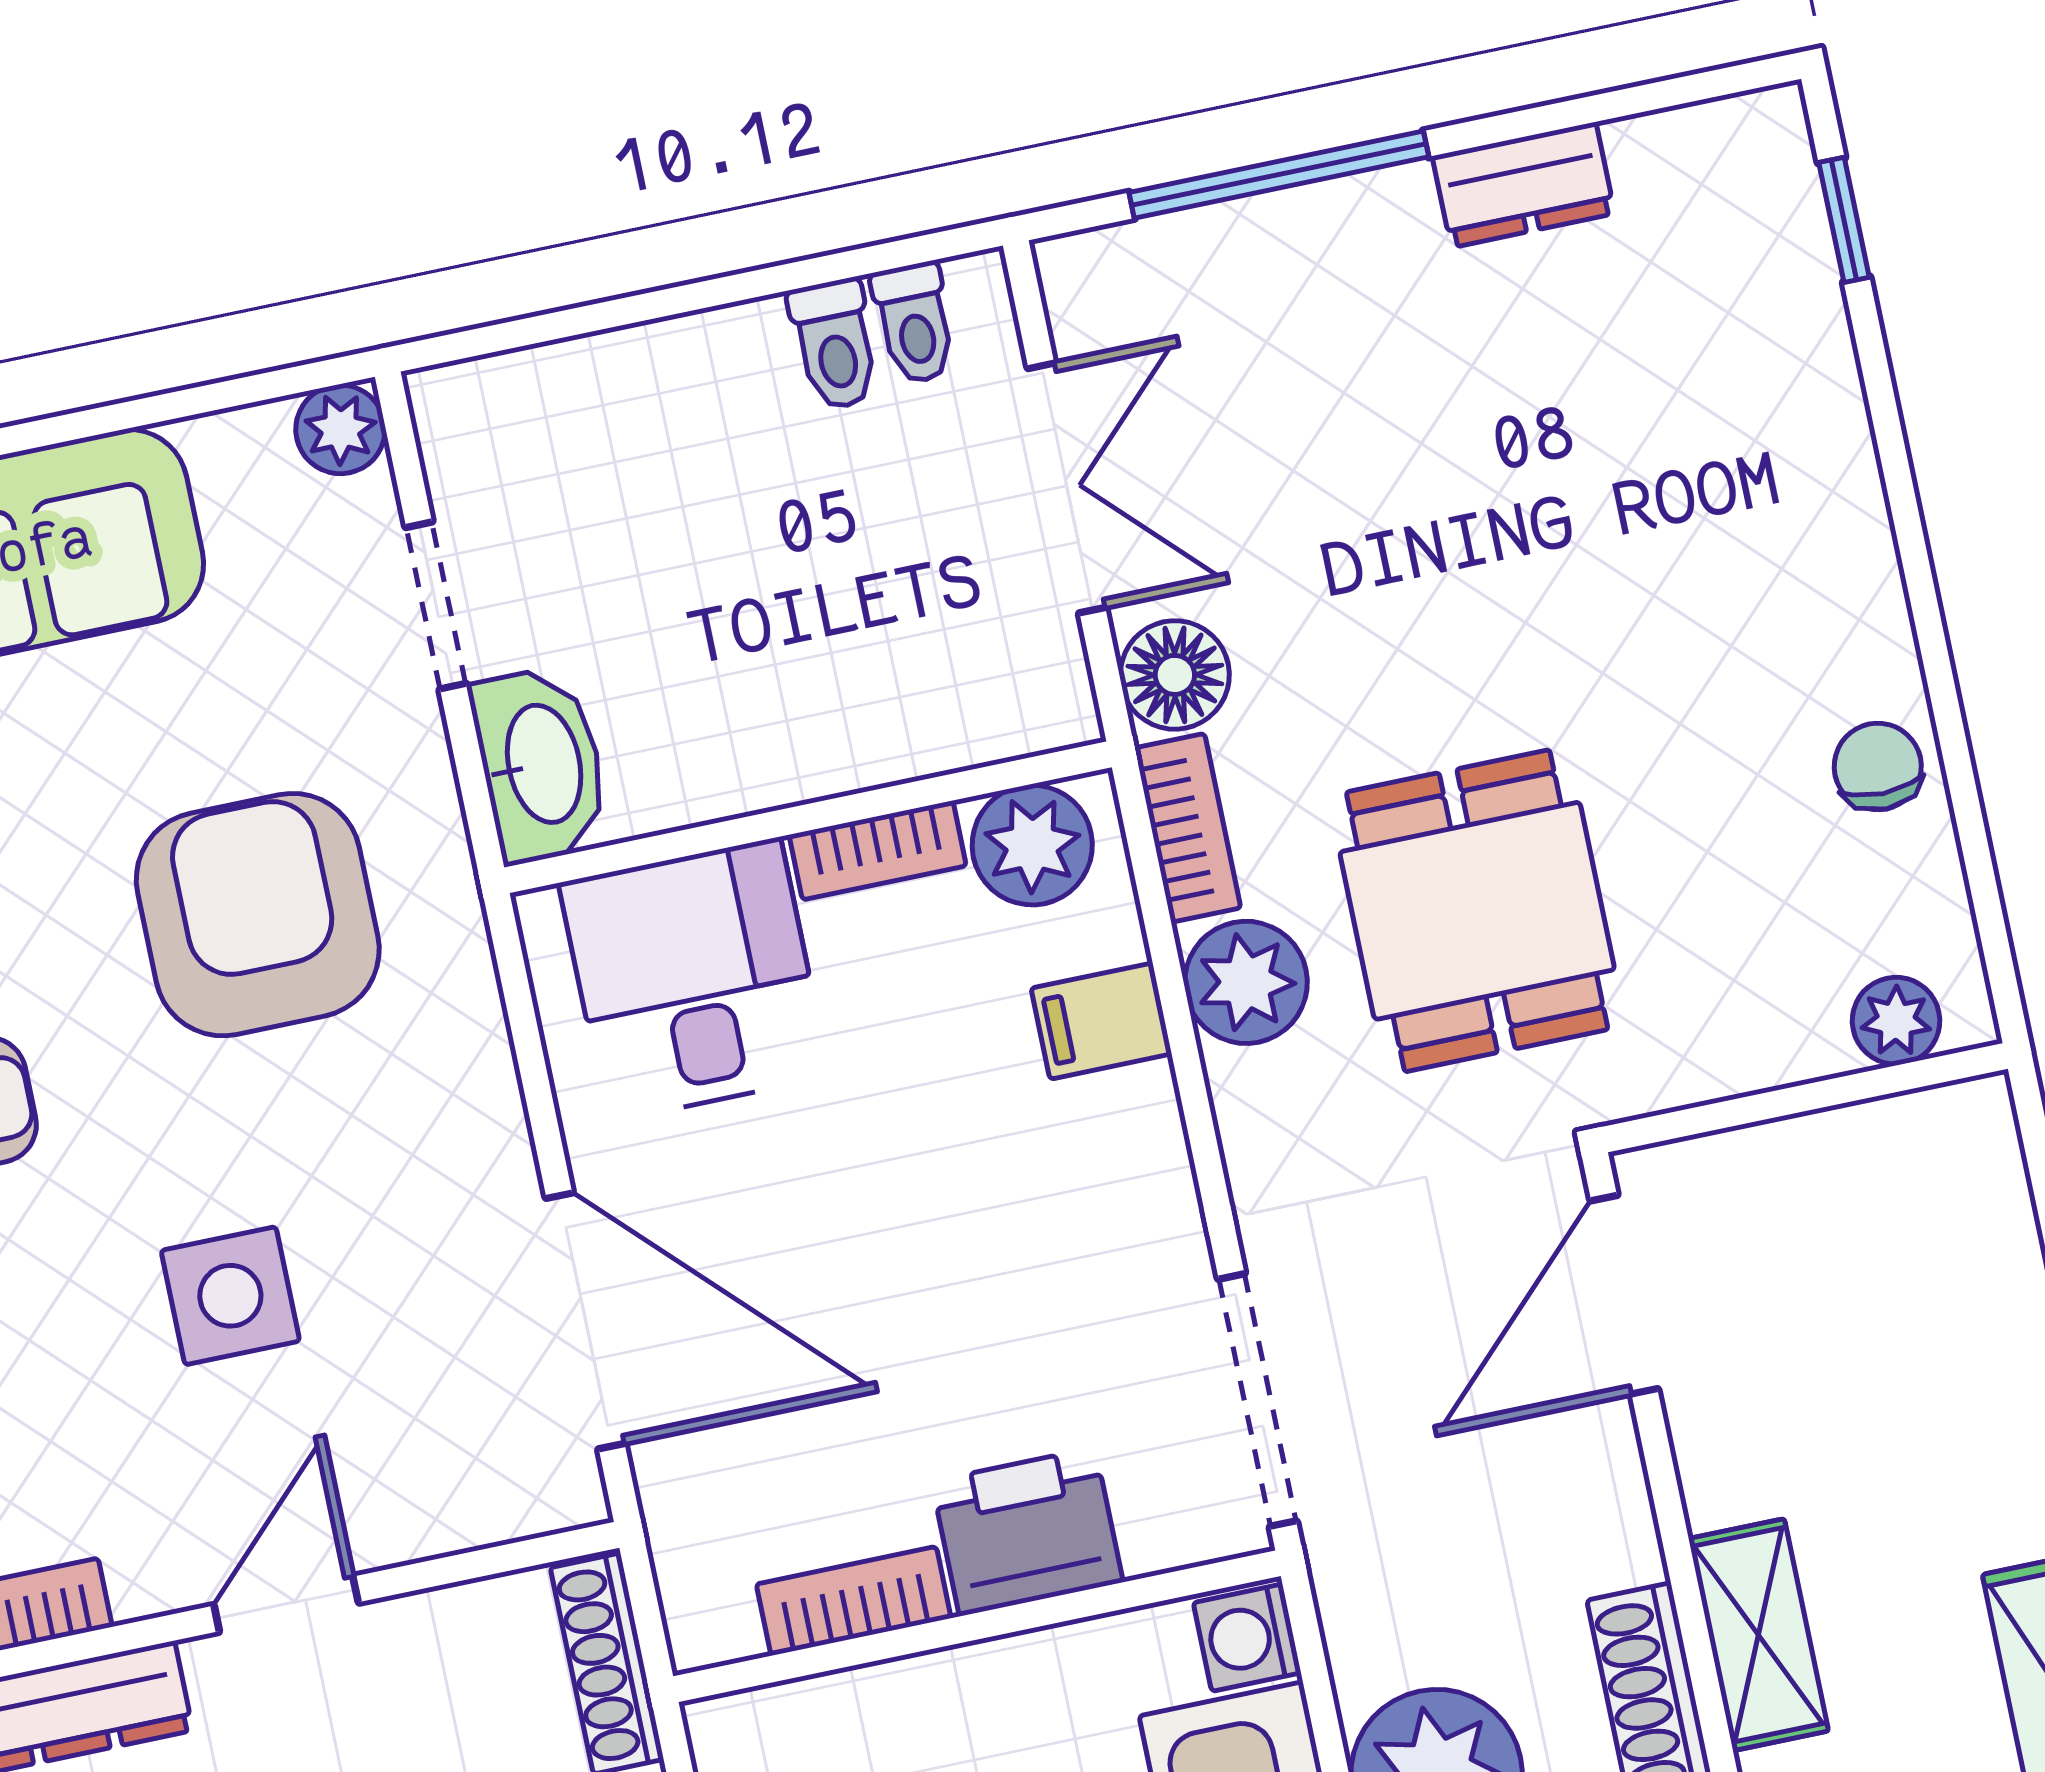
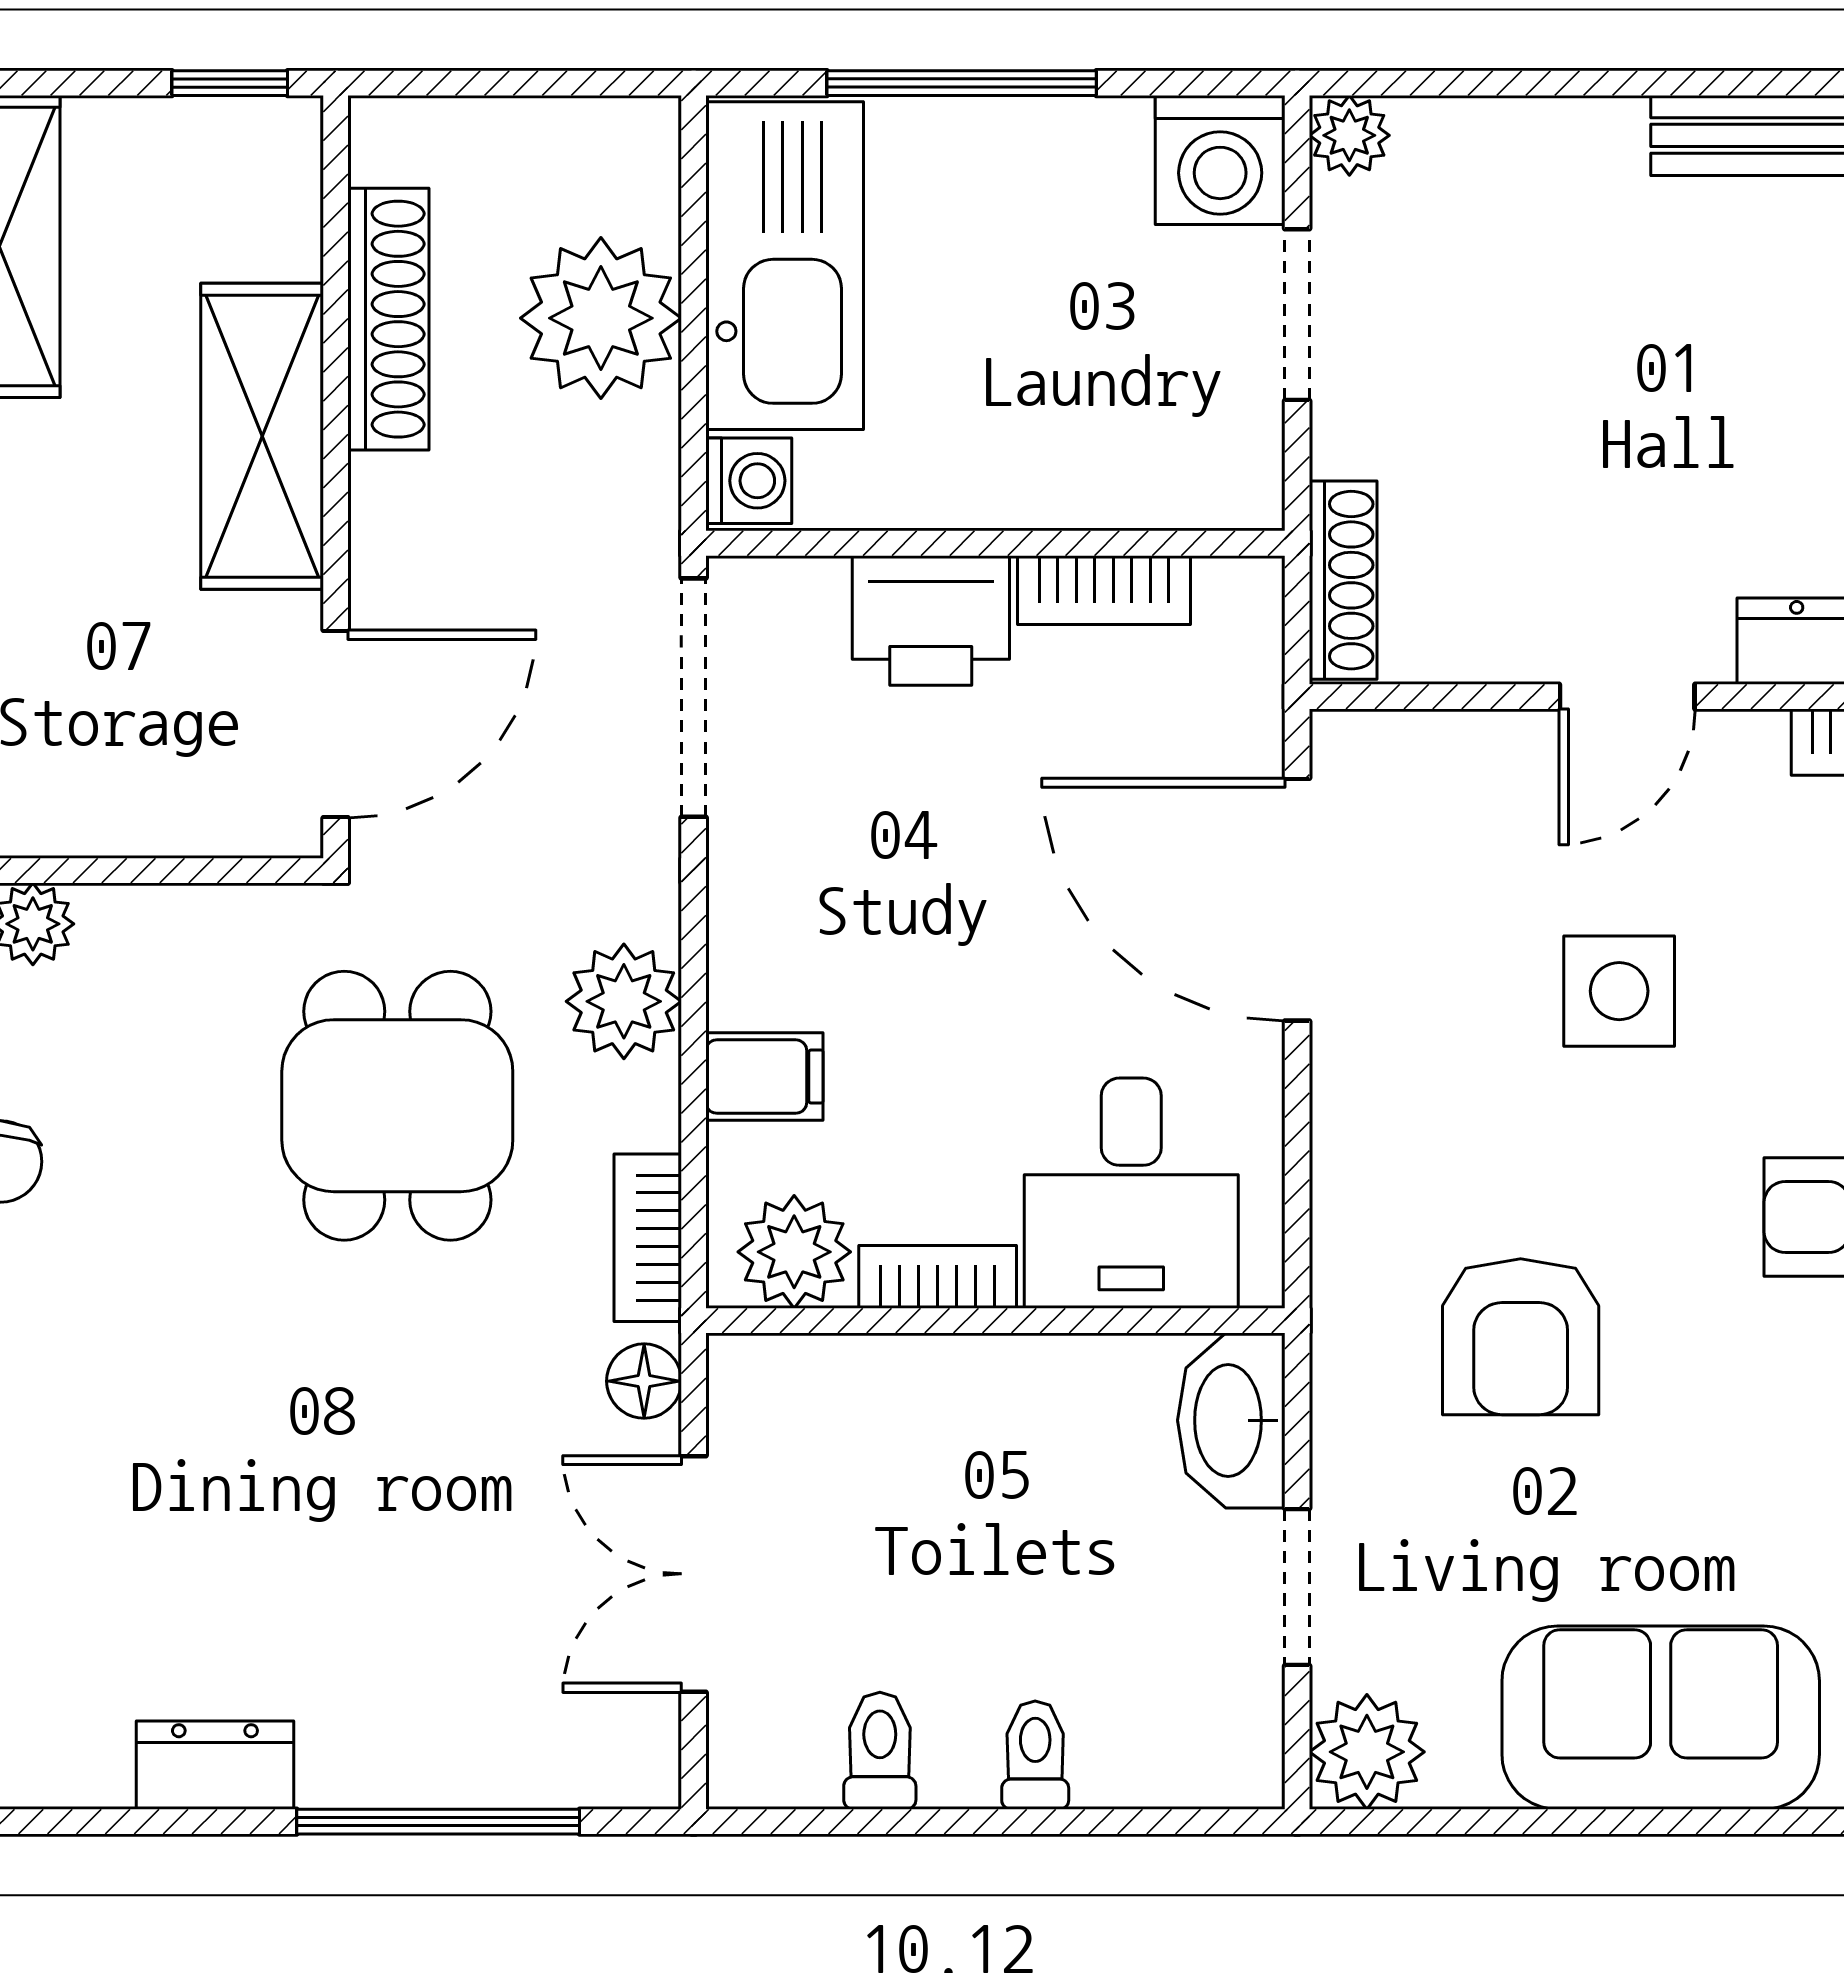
toilet: (914, 323) -> (1035, 1755), moved
plant: (340, 429) -> (1367, 1752), width x1.38, depth x1.38
floor lamp: (1175, 675) -> (644, 1381), width x0.73, depth x0.73
armchair: (258, 915) -> (1521, 1337), width x0.73, depth x0.73
plant: (1246, 982) -> (624, 1001), moved
shelving: (1758, 1635) -> (262, 436), width x1.50, depth x1.33

